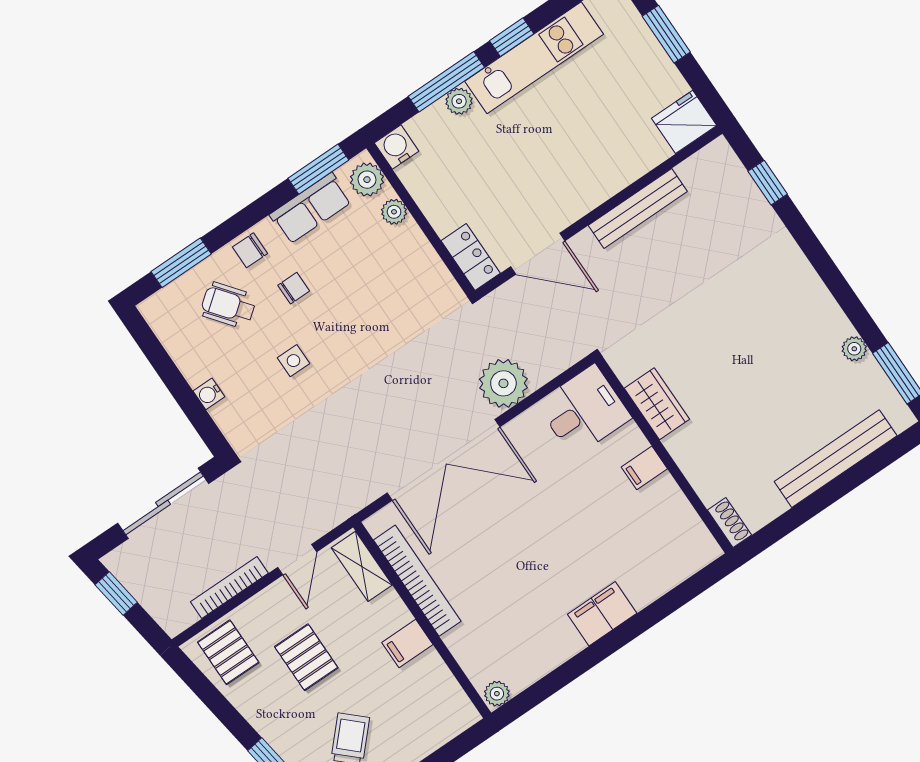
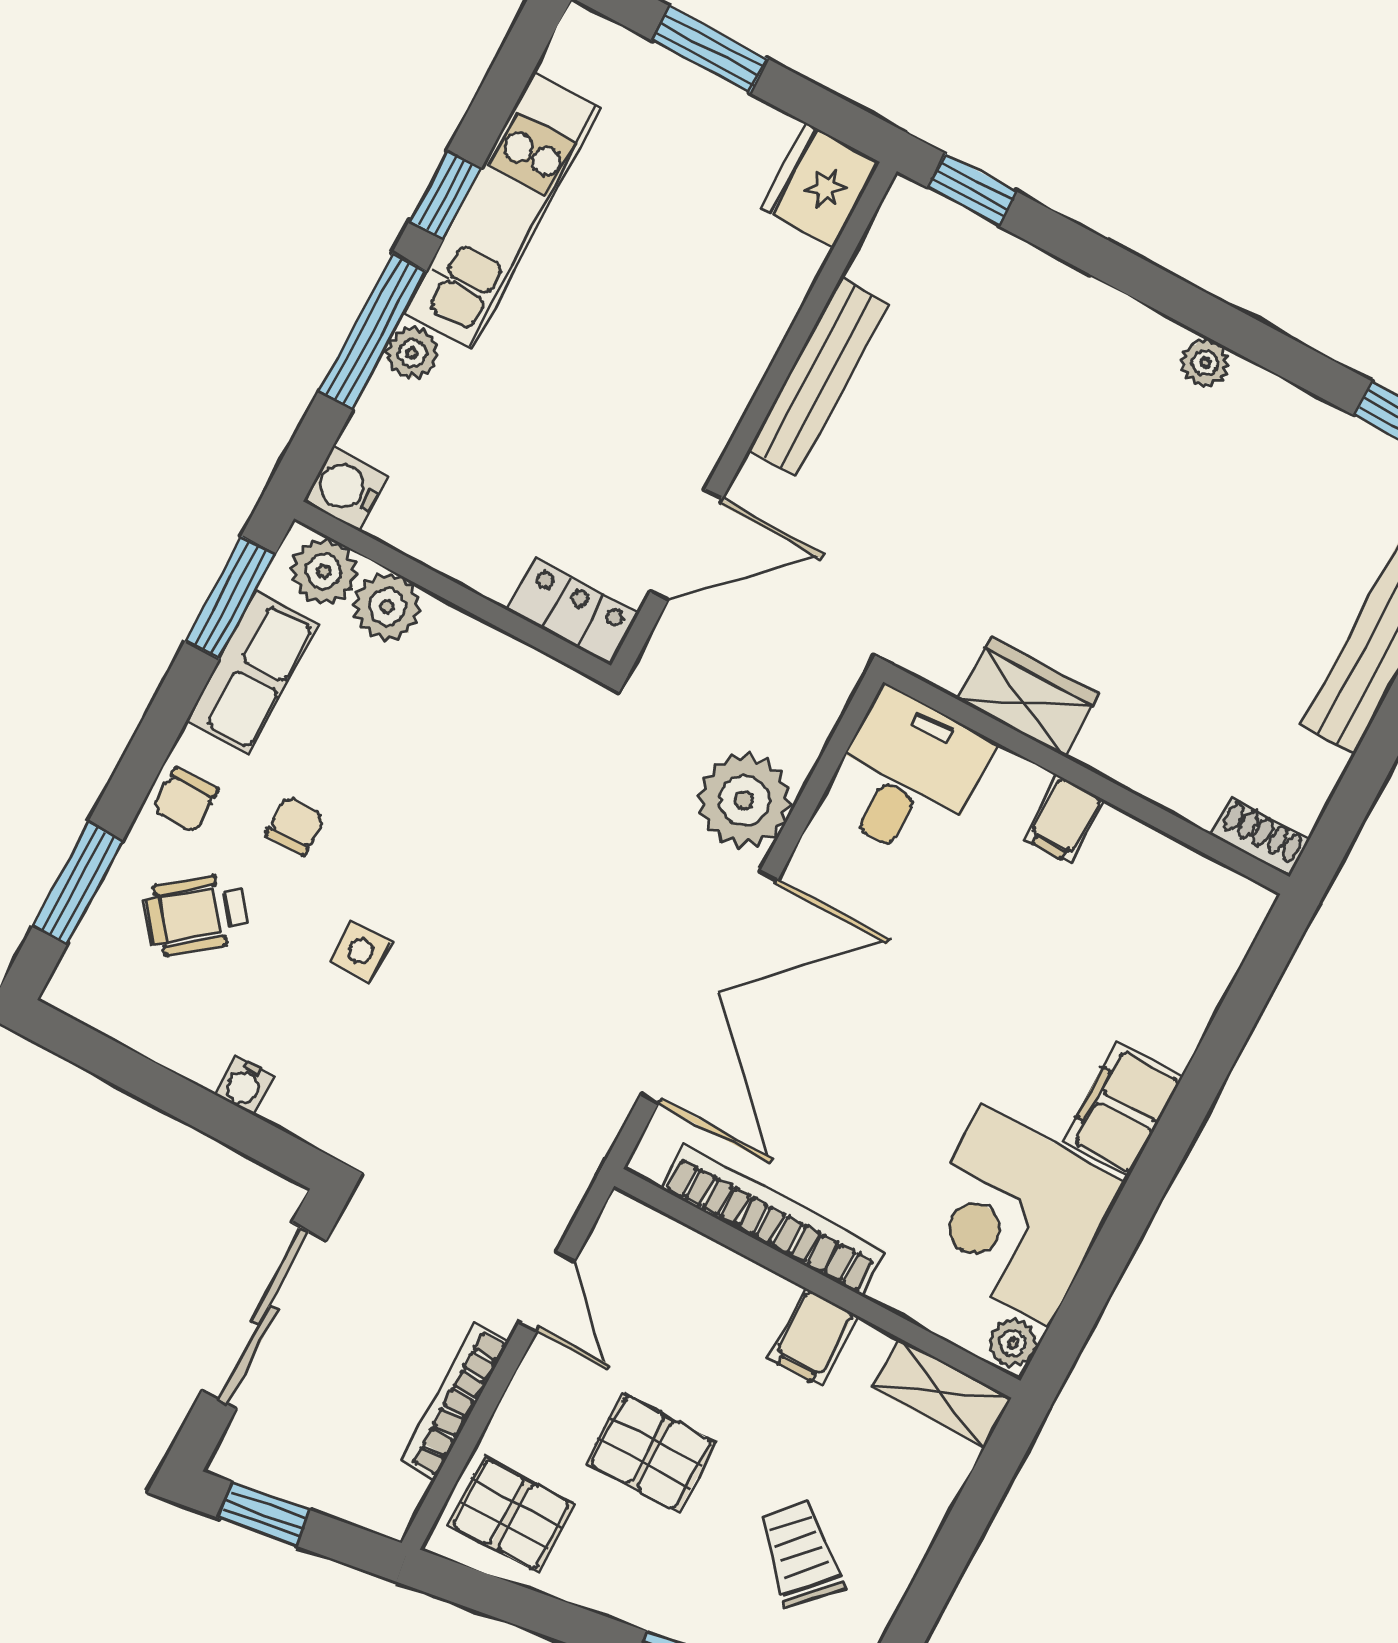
window: (768, 183) -> (972, 190), moved
plant: (394, 212) -> (387, 607), width x1.38, depth x1.38
plant: (854, 349) -> (1205, 363), moved
shelving: (362, 566) -> (942, 1393), moved
corner desk: (528, 636) -> (1015, 1216), added

